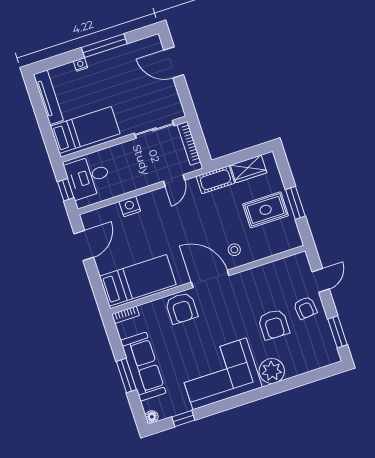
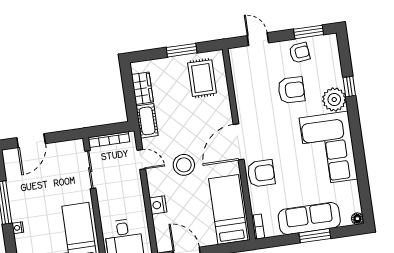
rug: (266, 210) -> (202, 78), moved
stool: (234, 250) -> (184, 165), moved, width x1.89, depth x1.89
armchair: (305, 308) -> (300, 53), moved
window: (183, 418) -> (349, 86), moved

